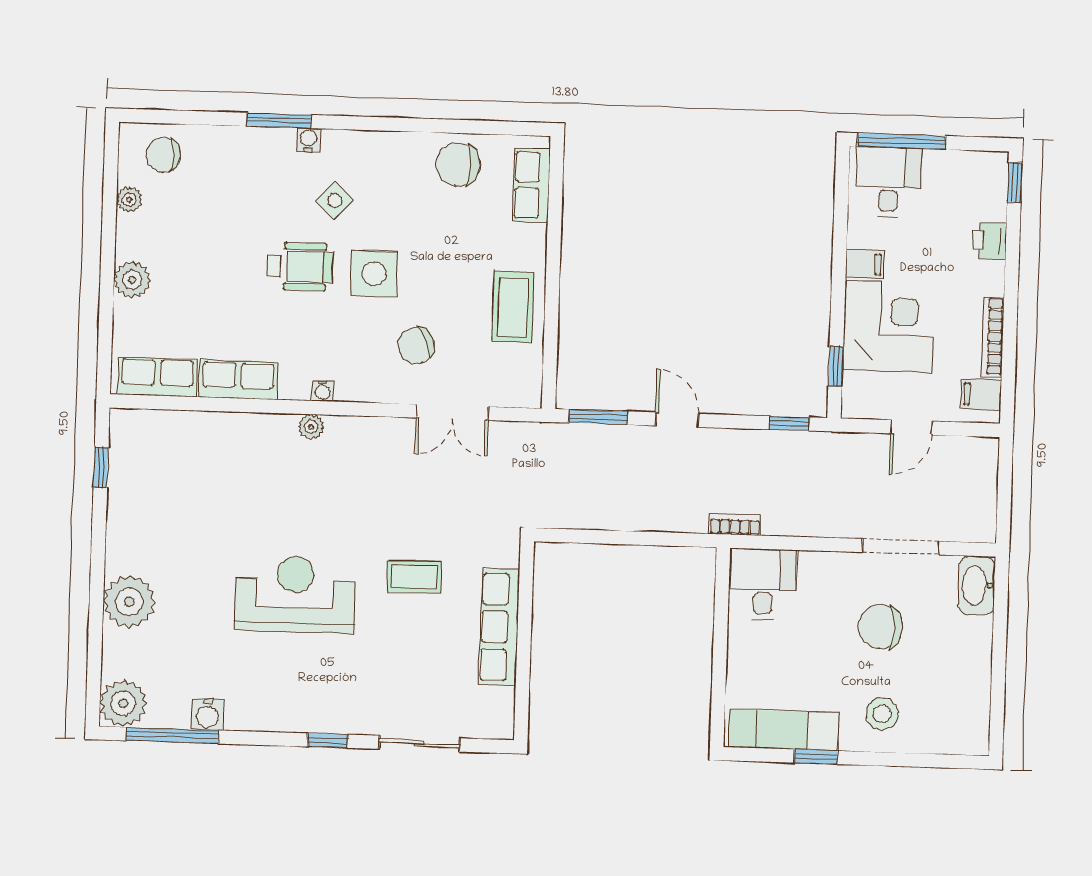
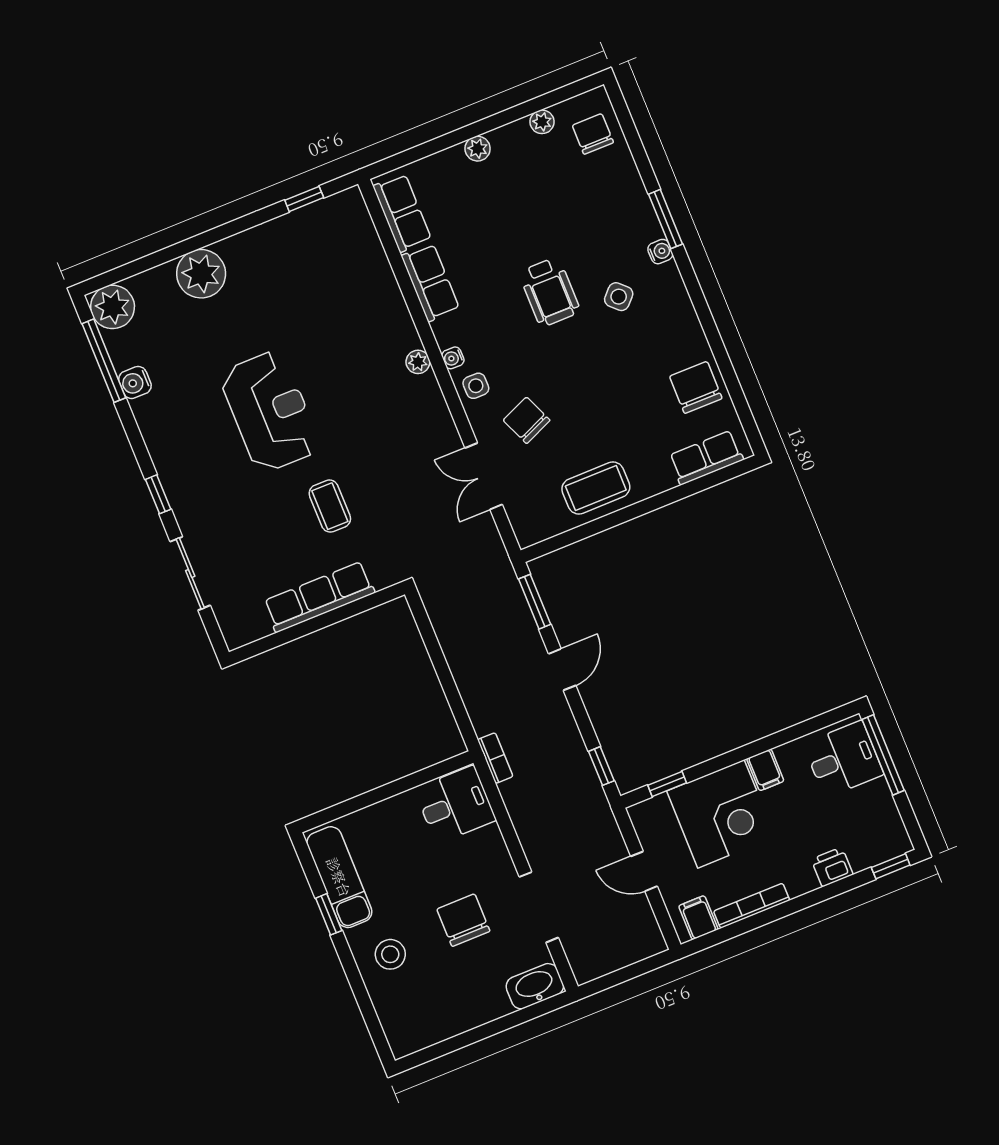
side table: (374, 273) -> (476, 386), moved, width x0.54, depth x0.54
plant: (132, 280) -> (478, 149), width x0.73, depth x0.73

